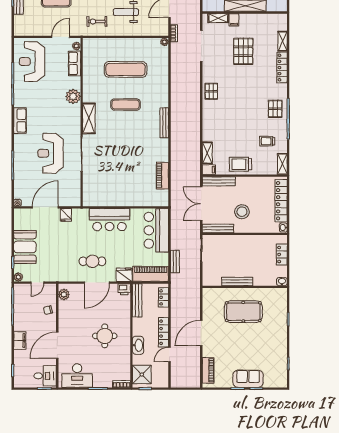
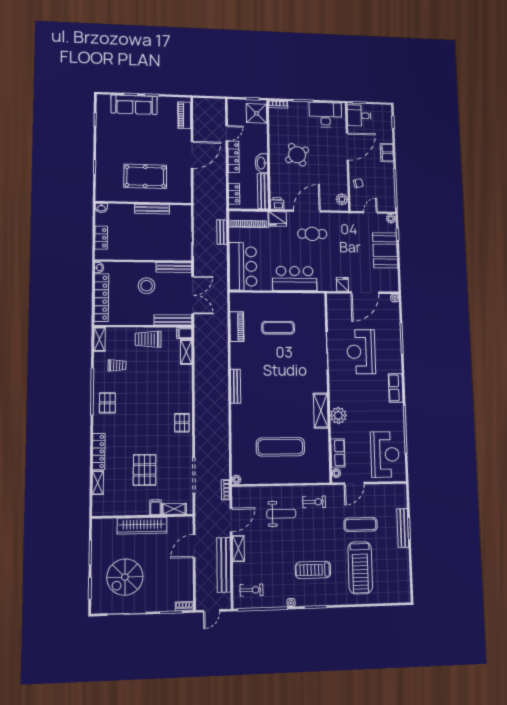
exercise mat: (126, 105) -> (278, 328), moved
shelving: (89, 118) -> (321, 411), moved
reception desk: (51, 153) -> (361, 352), turned 180
trolley: (240, 164) -> (148, 339), turned 180
round table: (105, 336) -> (297, 155), turned -32
washbasin: (138, 345) -> (261, 163), moved
sofa: (248, 379) -> (134, 105), width x1.36

